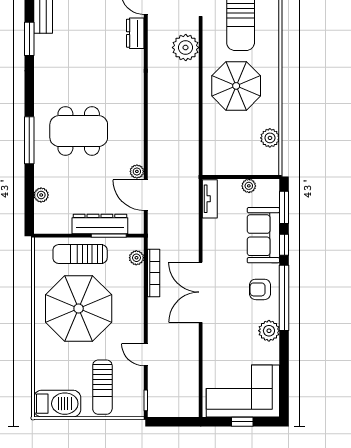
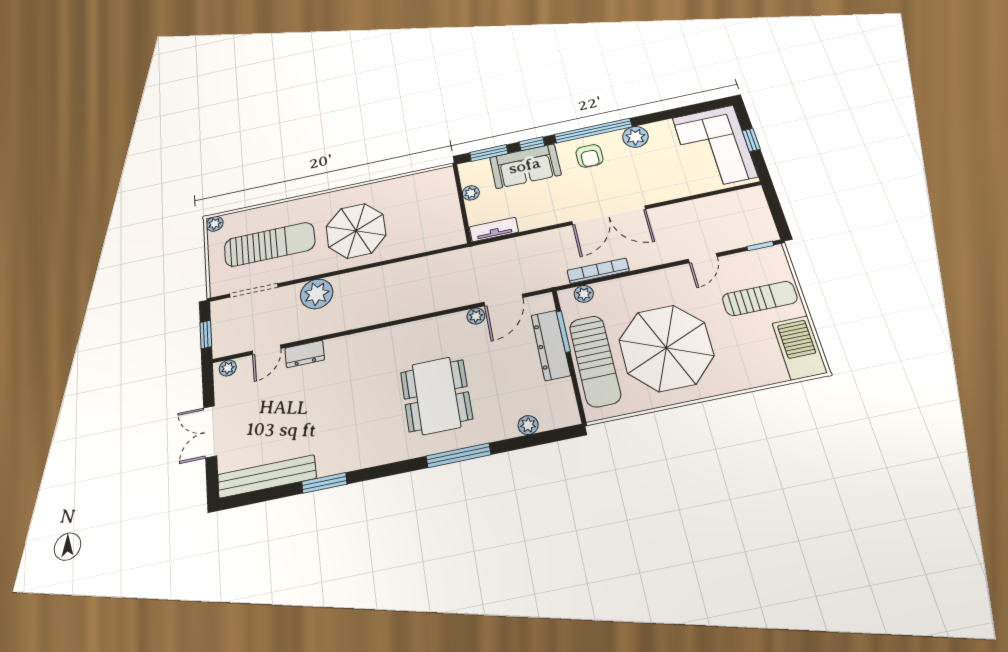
plant: (270, 138) -> (411, 184), removed
sun lounger: (80, 254) -> (595, 361), width x1.36, depth x1.34

